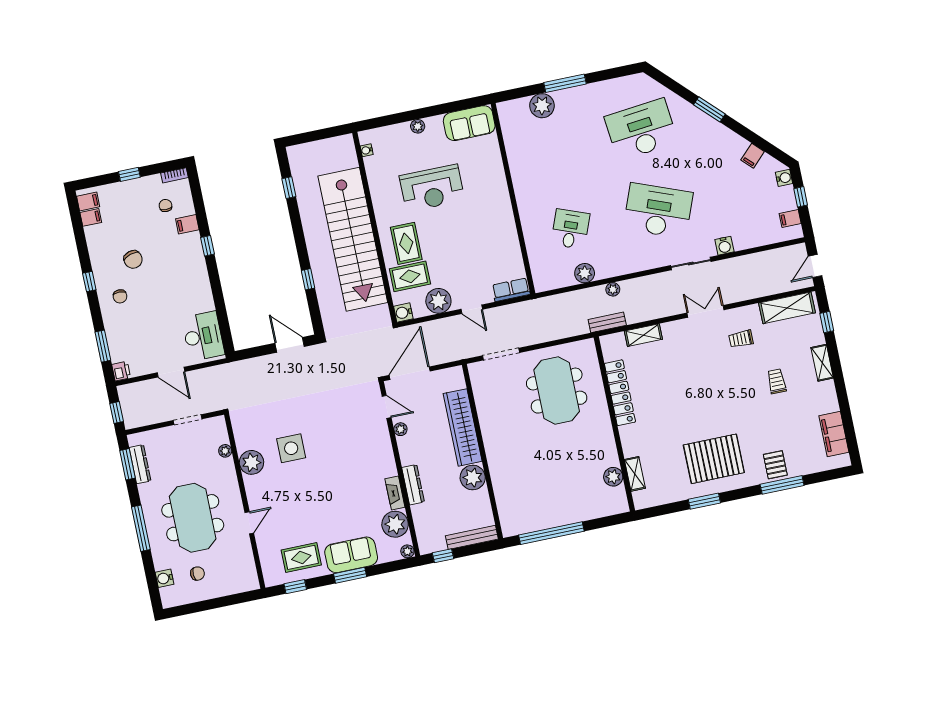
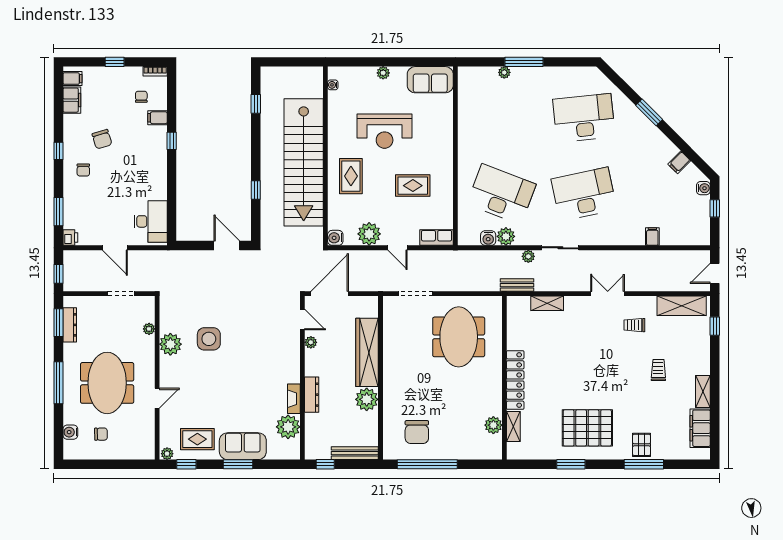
plant: (542, 106) -> (504, 72), width x0.53, depth x0.53
desk: (658, 211) -> (584, 194), turned -33
filing cabinet: (91, 217) -> (72, 100), width x2.00
filing cabinet: (790, 219) -> (652, 237), moved, turned 90
desk: (570, 229) -> (501, 194), width x1.87, depth x1.30
water cooler: (724, 246) -> (488, 238), moved
sliding door: (691, 264) -> (560, 248), moved
rug: (410, 276) -> (413, 186), moved
shelving: (822, 363) -> (703, 392), moved
locker: (620, 393) -> (515, 380), moved
chair: (533, 501) -> (417, 432), added
plant: (407, 551) -> (167, 454), moved

